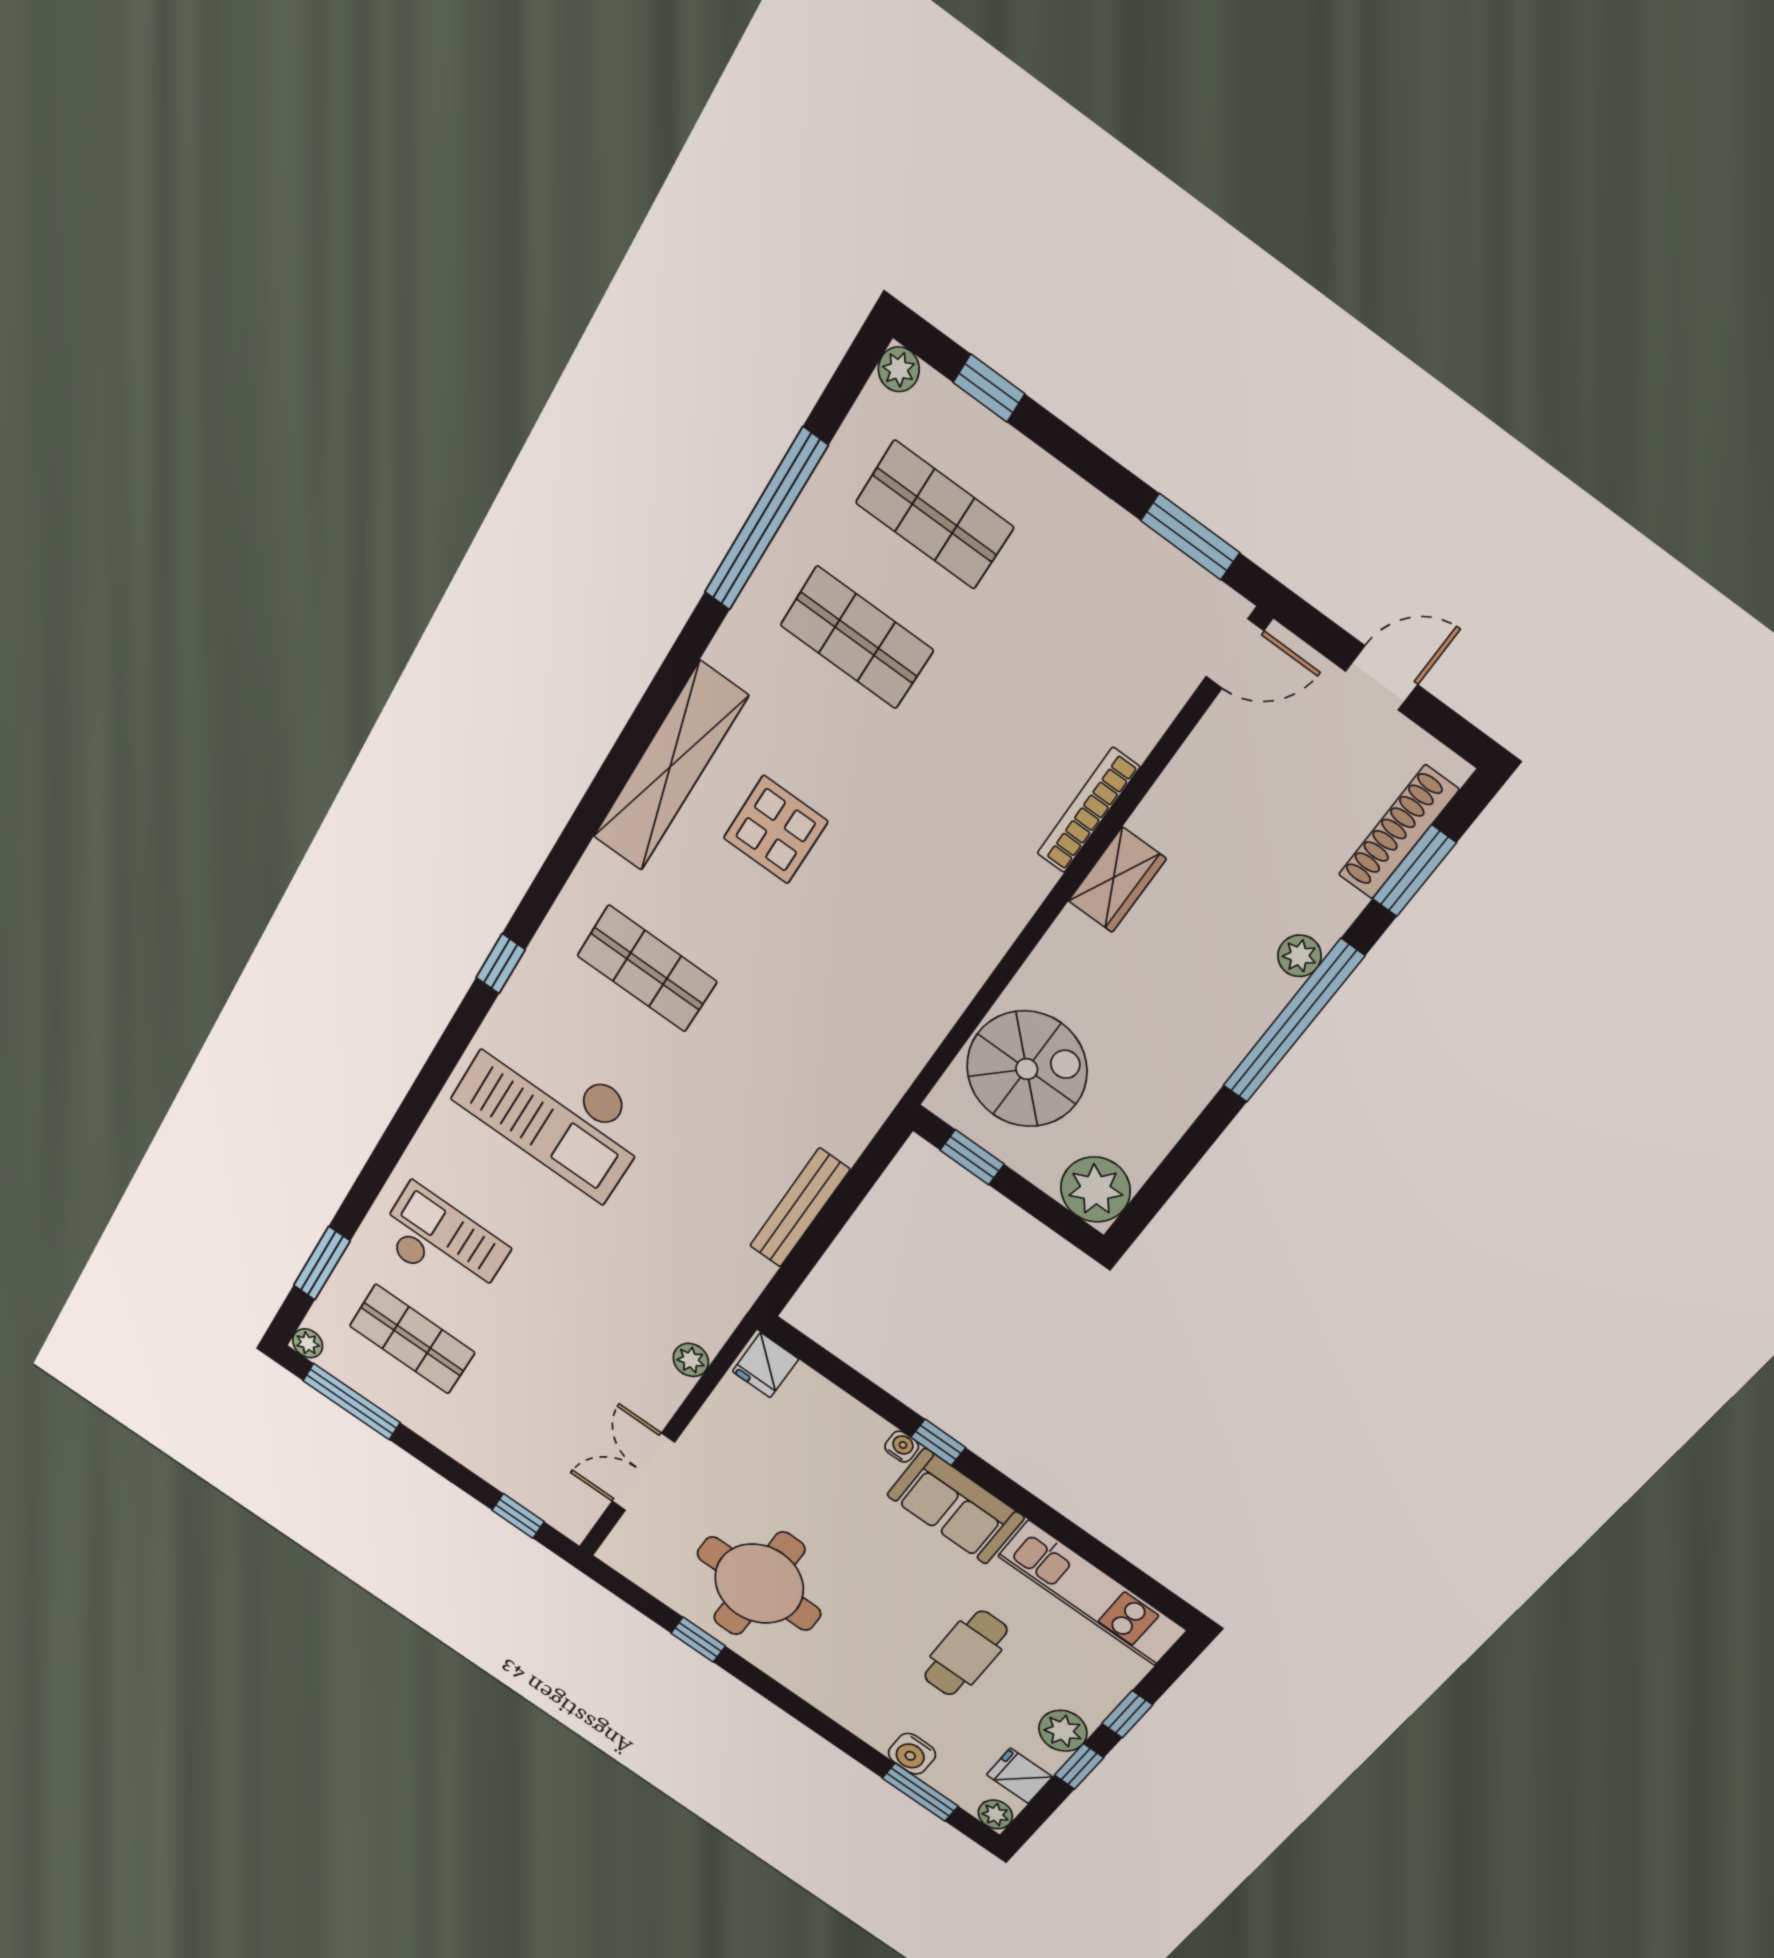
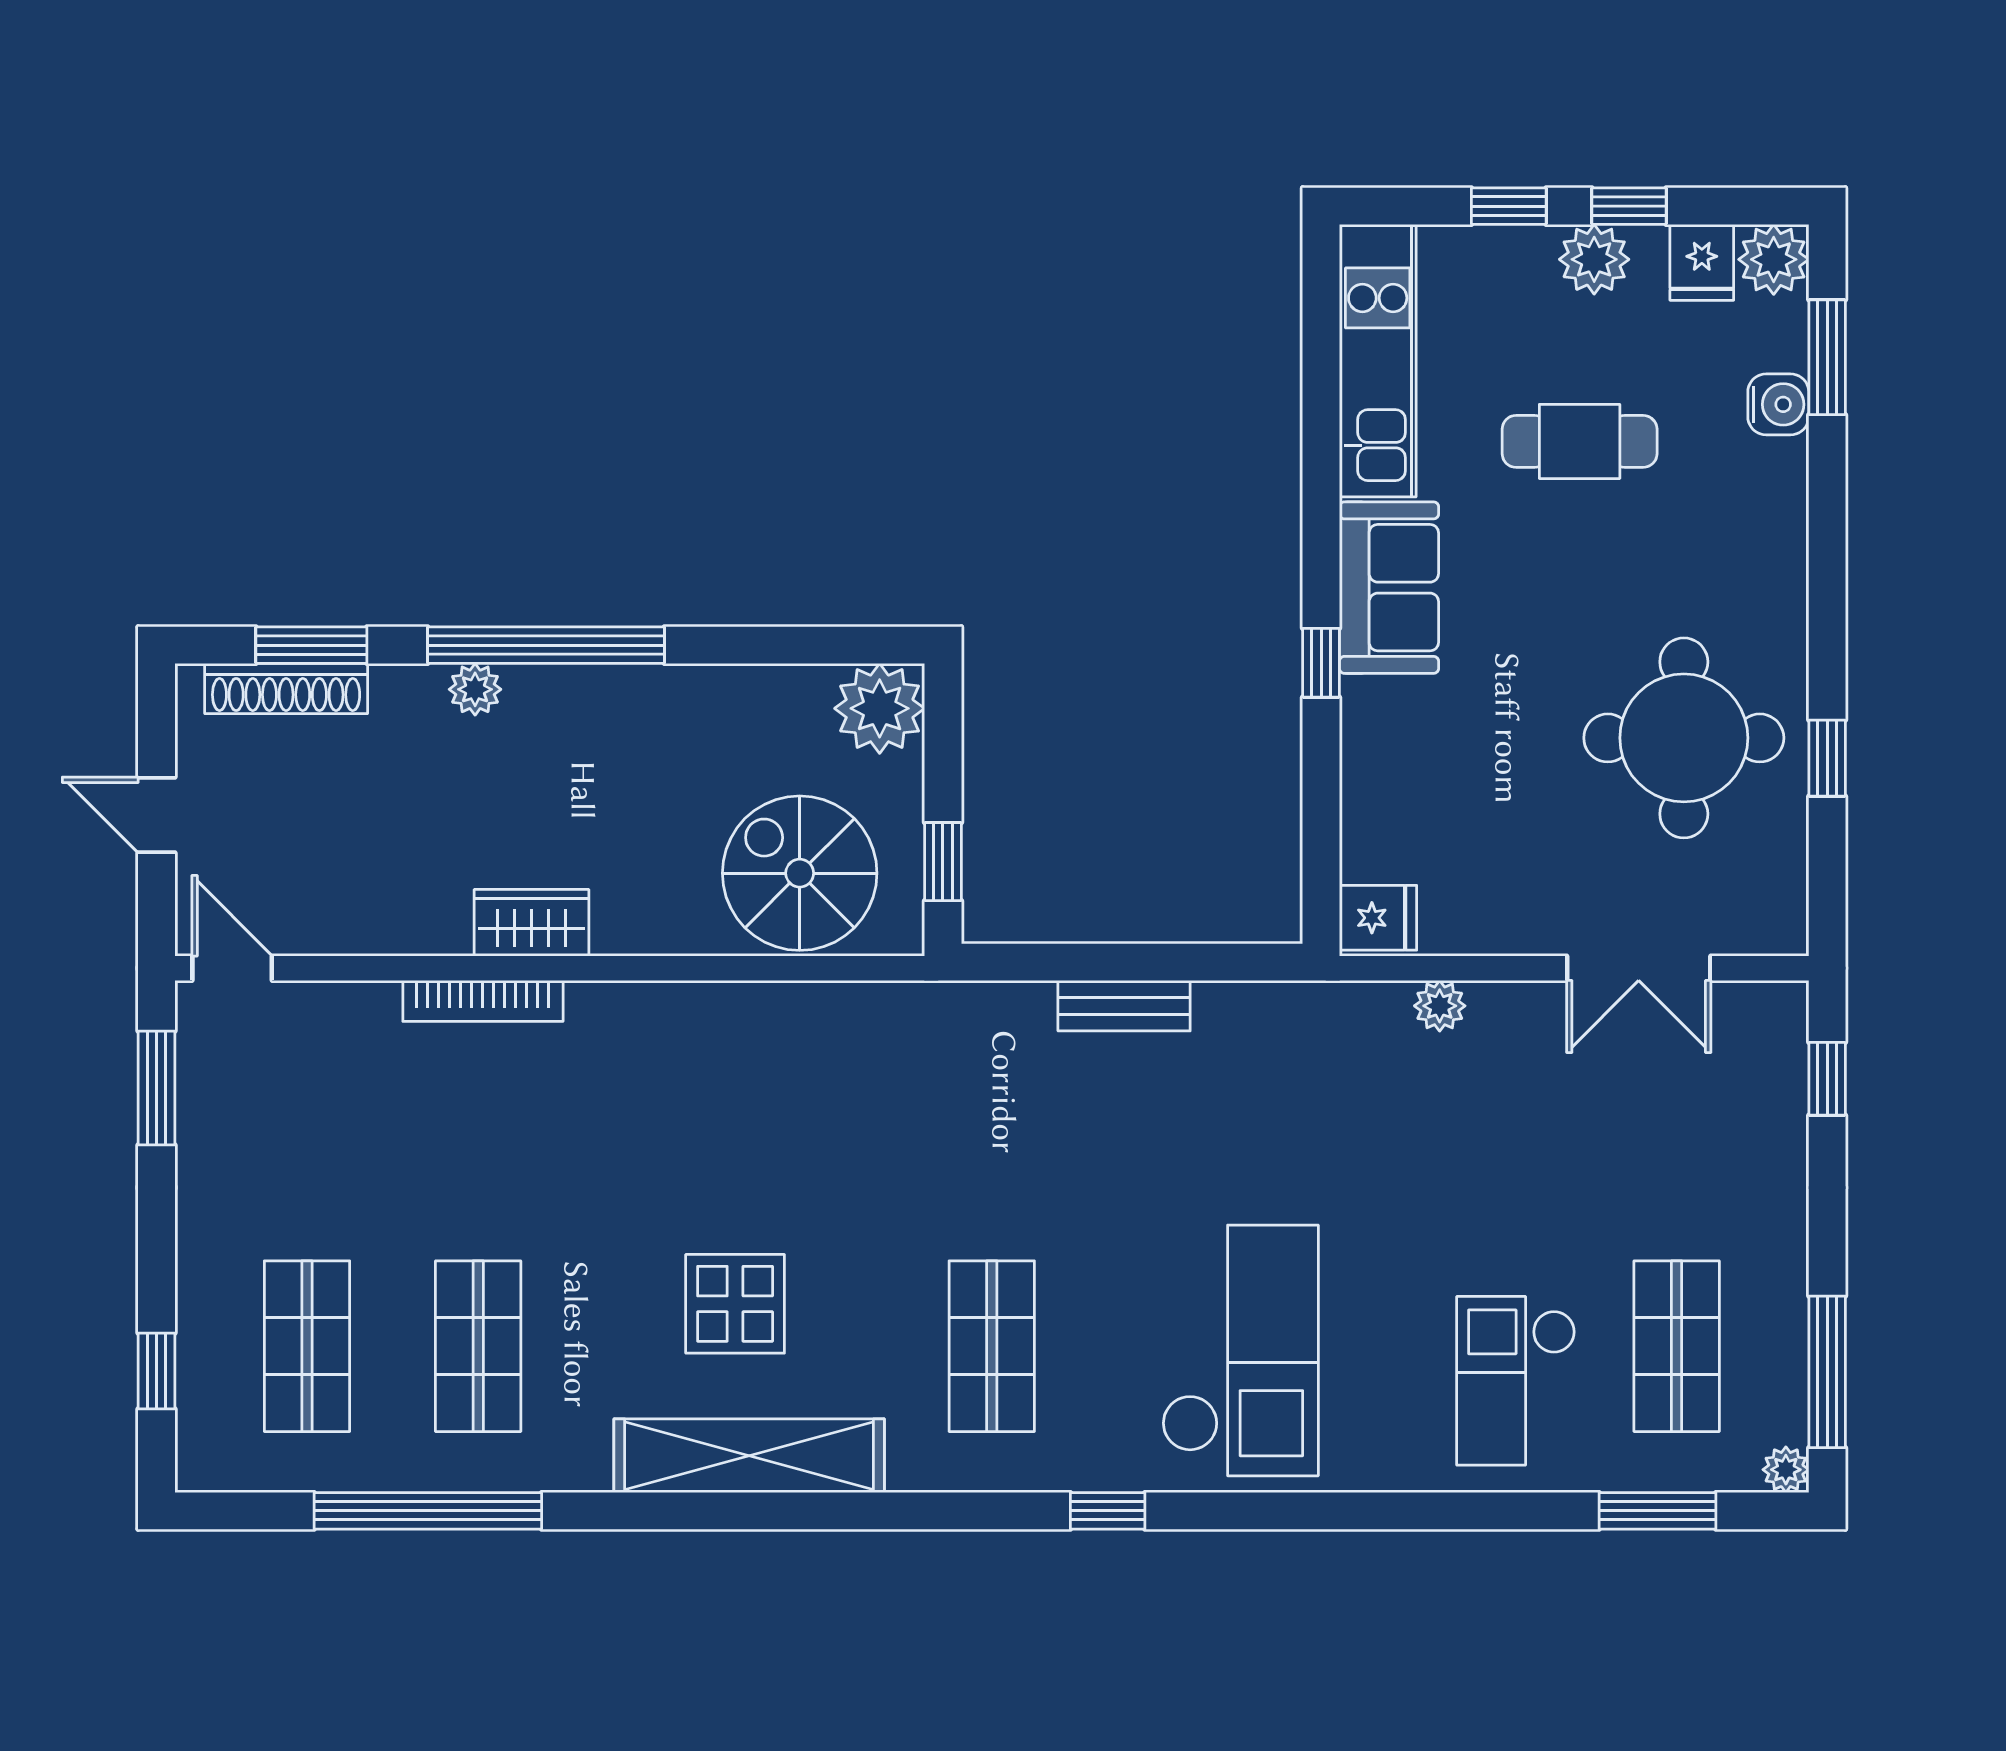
plant: (899, 369) -> (199, 1469), removed
bench: (800, 1208) -> (1124, 1006), width x0.73
water cooler: (902, 1447) -> (1360, 699), removed
plant: (995, 1814) -> (1774, 259), width x1.38, depth x1.38

